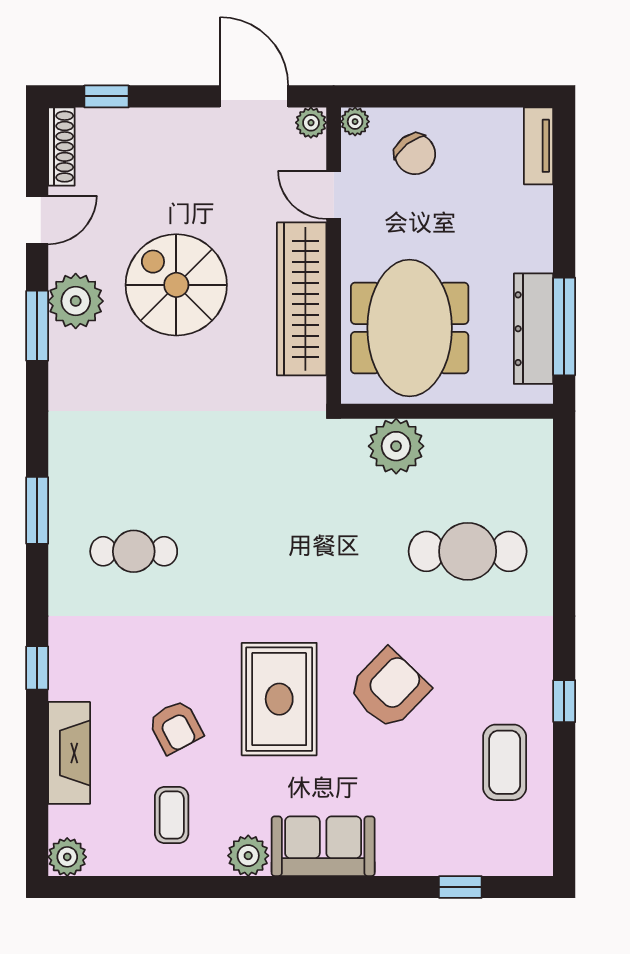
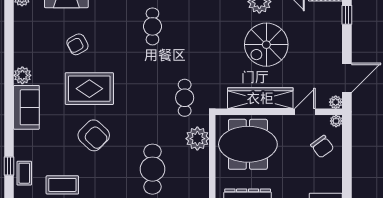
chair: (415, 154) -> (322, 147), turned -88
spiral stairs: (176, 285) -> (266, 45), turned 180
cafe table: (301, 476) -> (185, 98), added
coffee table: (172, 815) -> (24, 173), moved, turned 90

